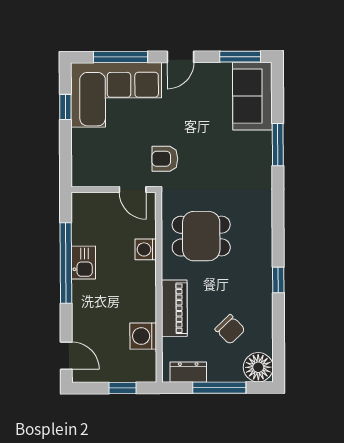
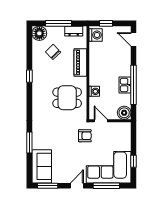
boiler: (85, 206) -> (124, 113), added
washing machine: (143, 336) -> (96, 35), moved

